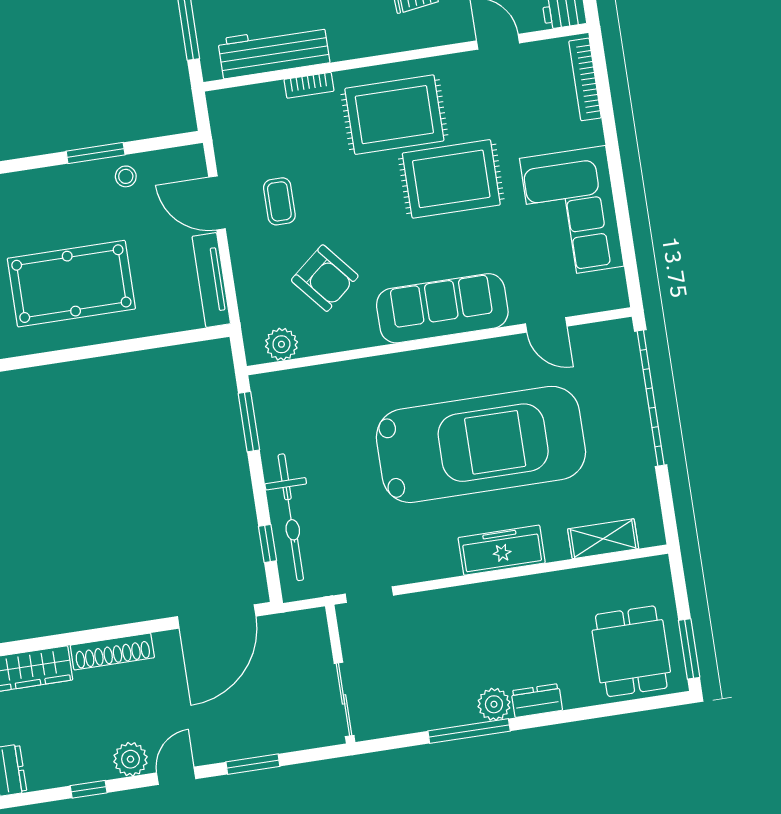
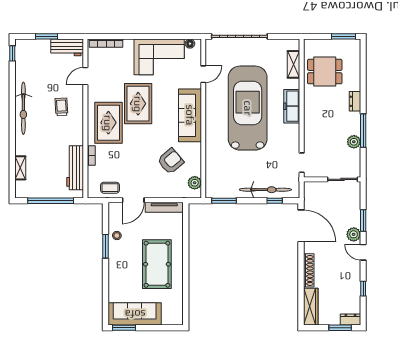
coffee table: (279, 201) -> (110, 188), moved
floor lamp: (615, 282) -> (190, 44), added
dining table: (631, 651) -> (325, 72), moved
plant: (494, 704) -> (354, 142), moved
plant: (131, 759) -> (354, 234), moved

